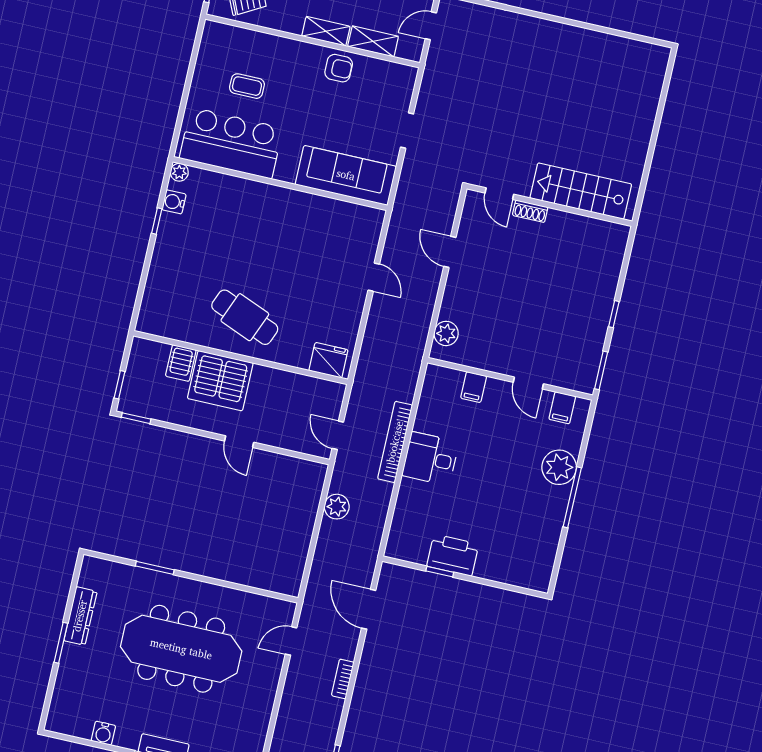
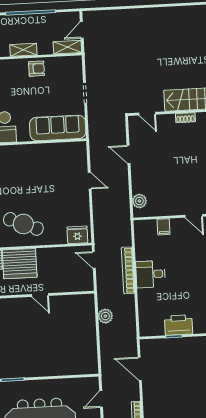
shelving: (373, 41) -> (67, 47), moved
shoe rack: (530, 211) -> (185, 118), moved
door: (338, 435) -> (94, 260), moved

